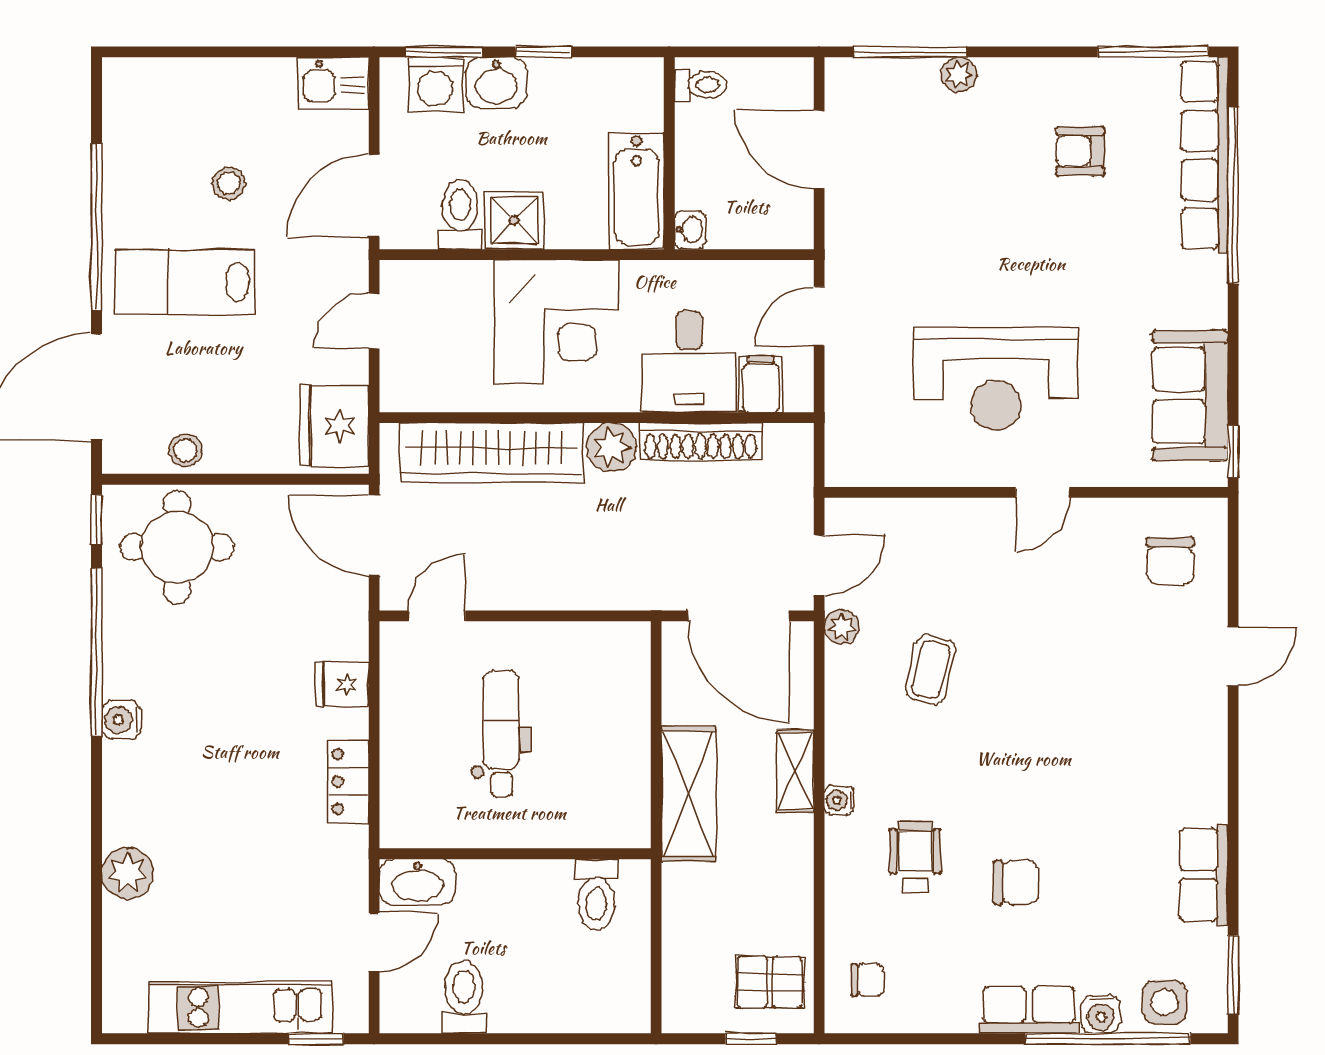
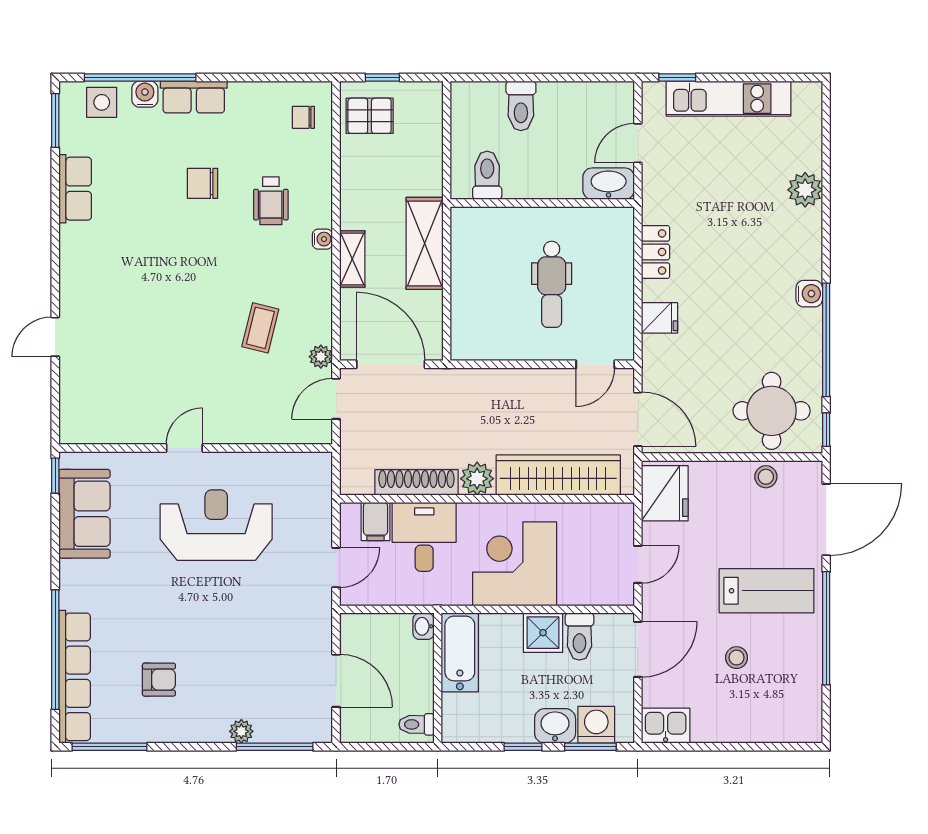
chair: (1170, 561) -> (98, 402), removed
toilet: (464, 997) -> (521, 106), moved

